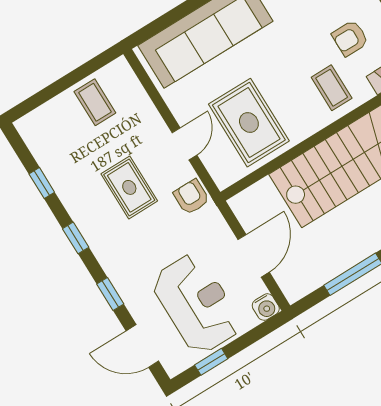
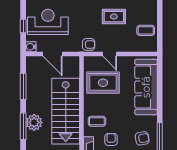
rug: (129, 187) -> (114, 17), moved
reception desk: (197, 304) -> (48, 22), turned 180
window: (211, 362) -> (23, 26), moved

